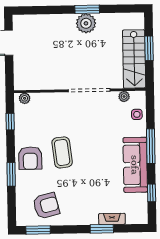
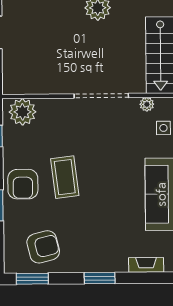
plant: (25, 98) -> (22, 112), width x1.88, depth x1.88
fireplace: (112, 219) -> (146, 265), moved
window: (102, 229) -> (100, 278), moved

